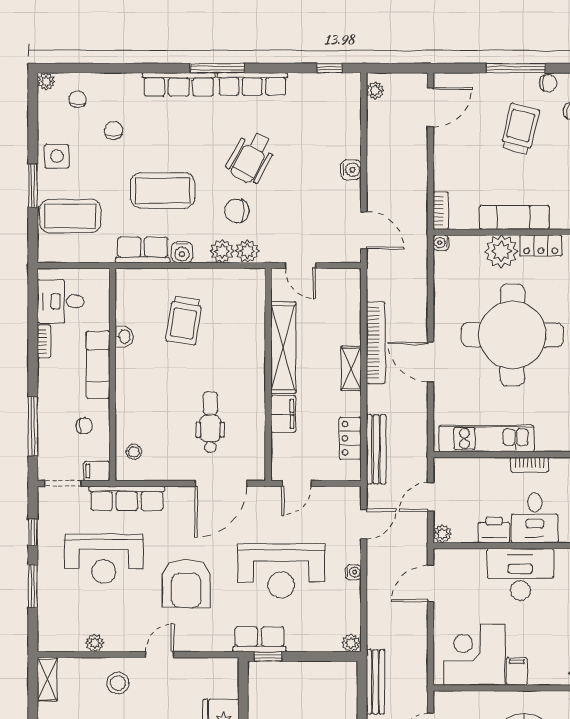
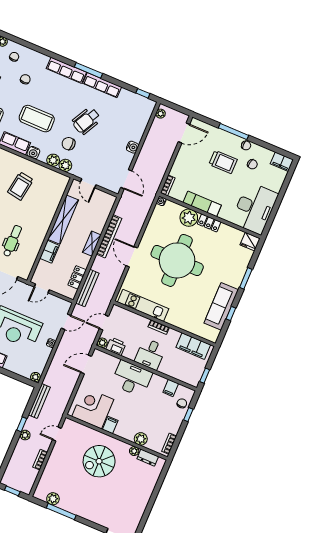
trolley: (520, 129) -> (223, 162), turned 76
printer: (494, 530) -> (116, 346), moved

